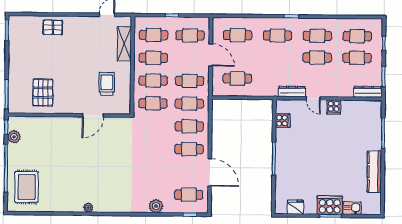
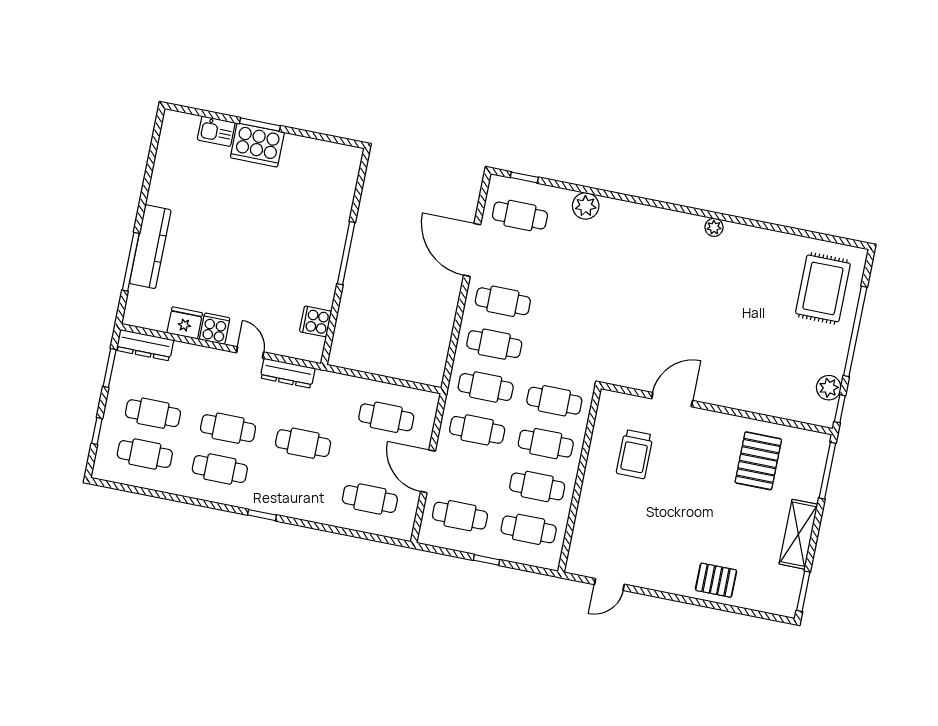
cafe table: (277, 35) -> (303, 443), moved
shelving: (124, 44) -> (798, 534), moved
kitchen counter: (374, 172) -> (150, 247), moved
fridge: (295, 207) -> (185, 323), moved, turned 180

